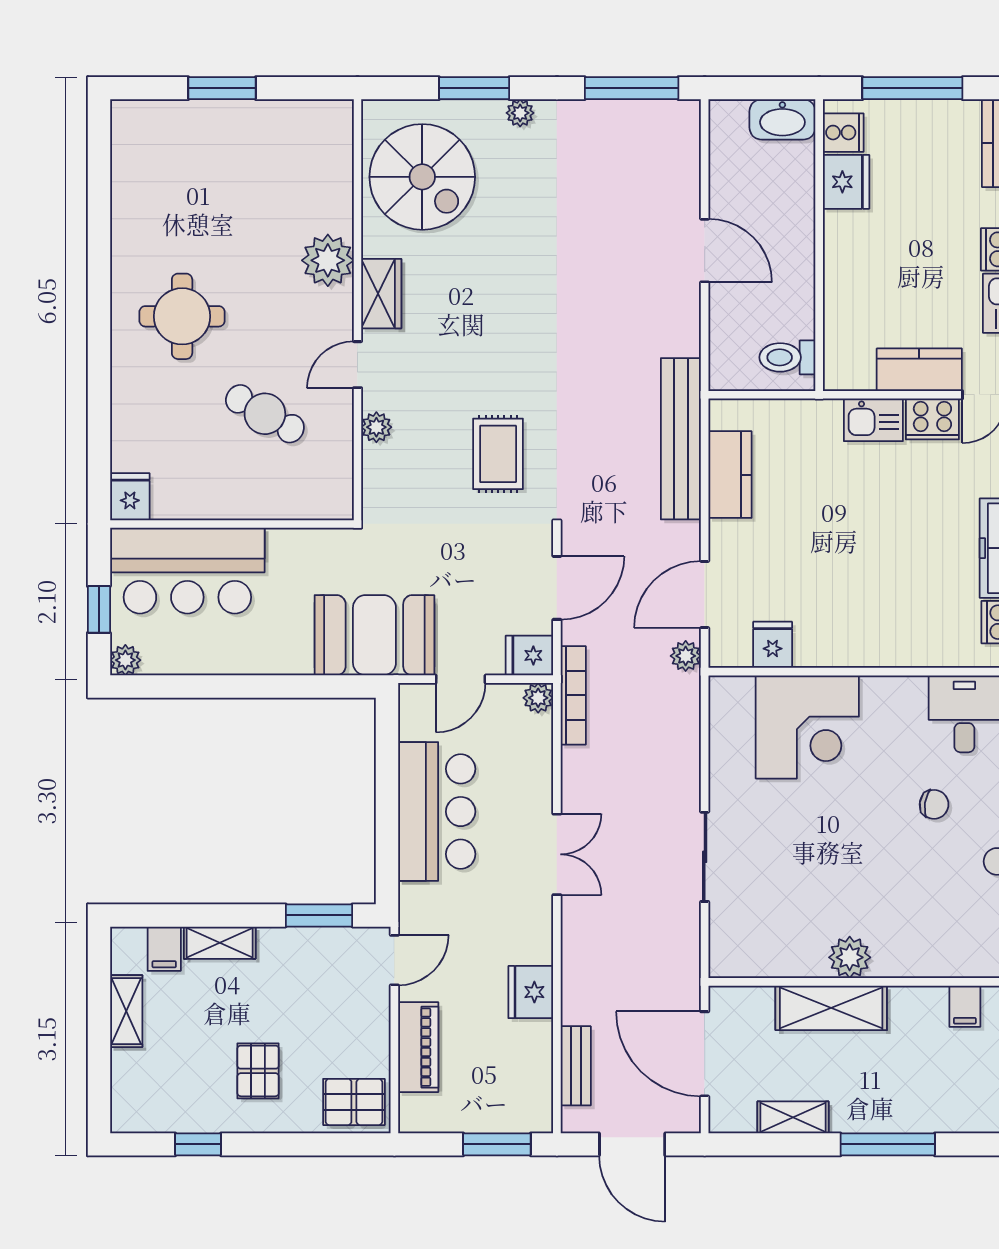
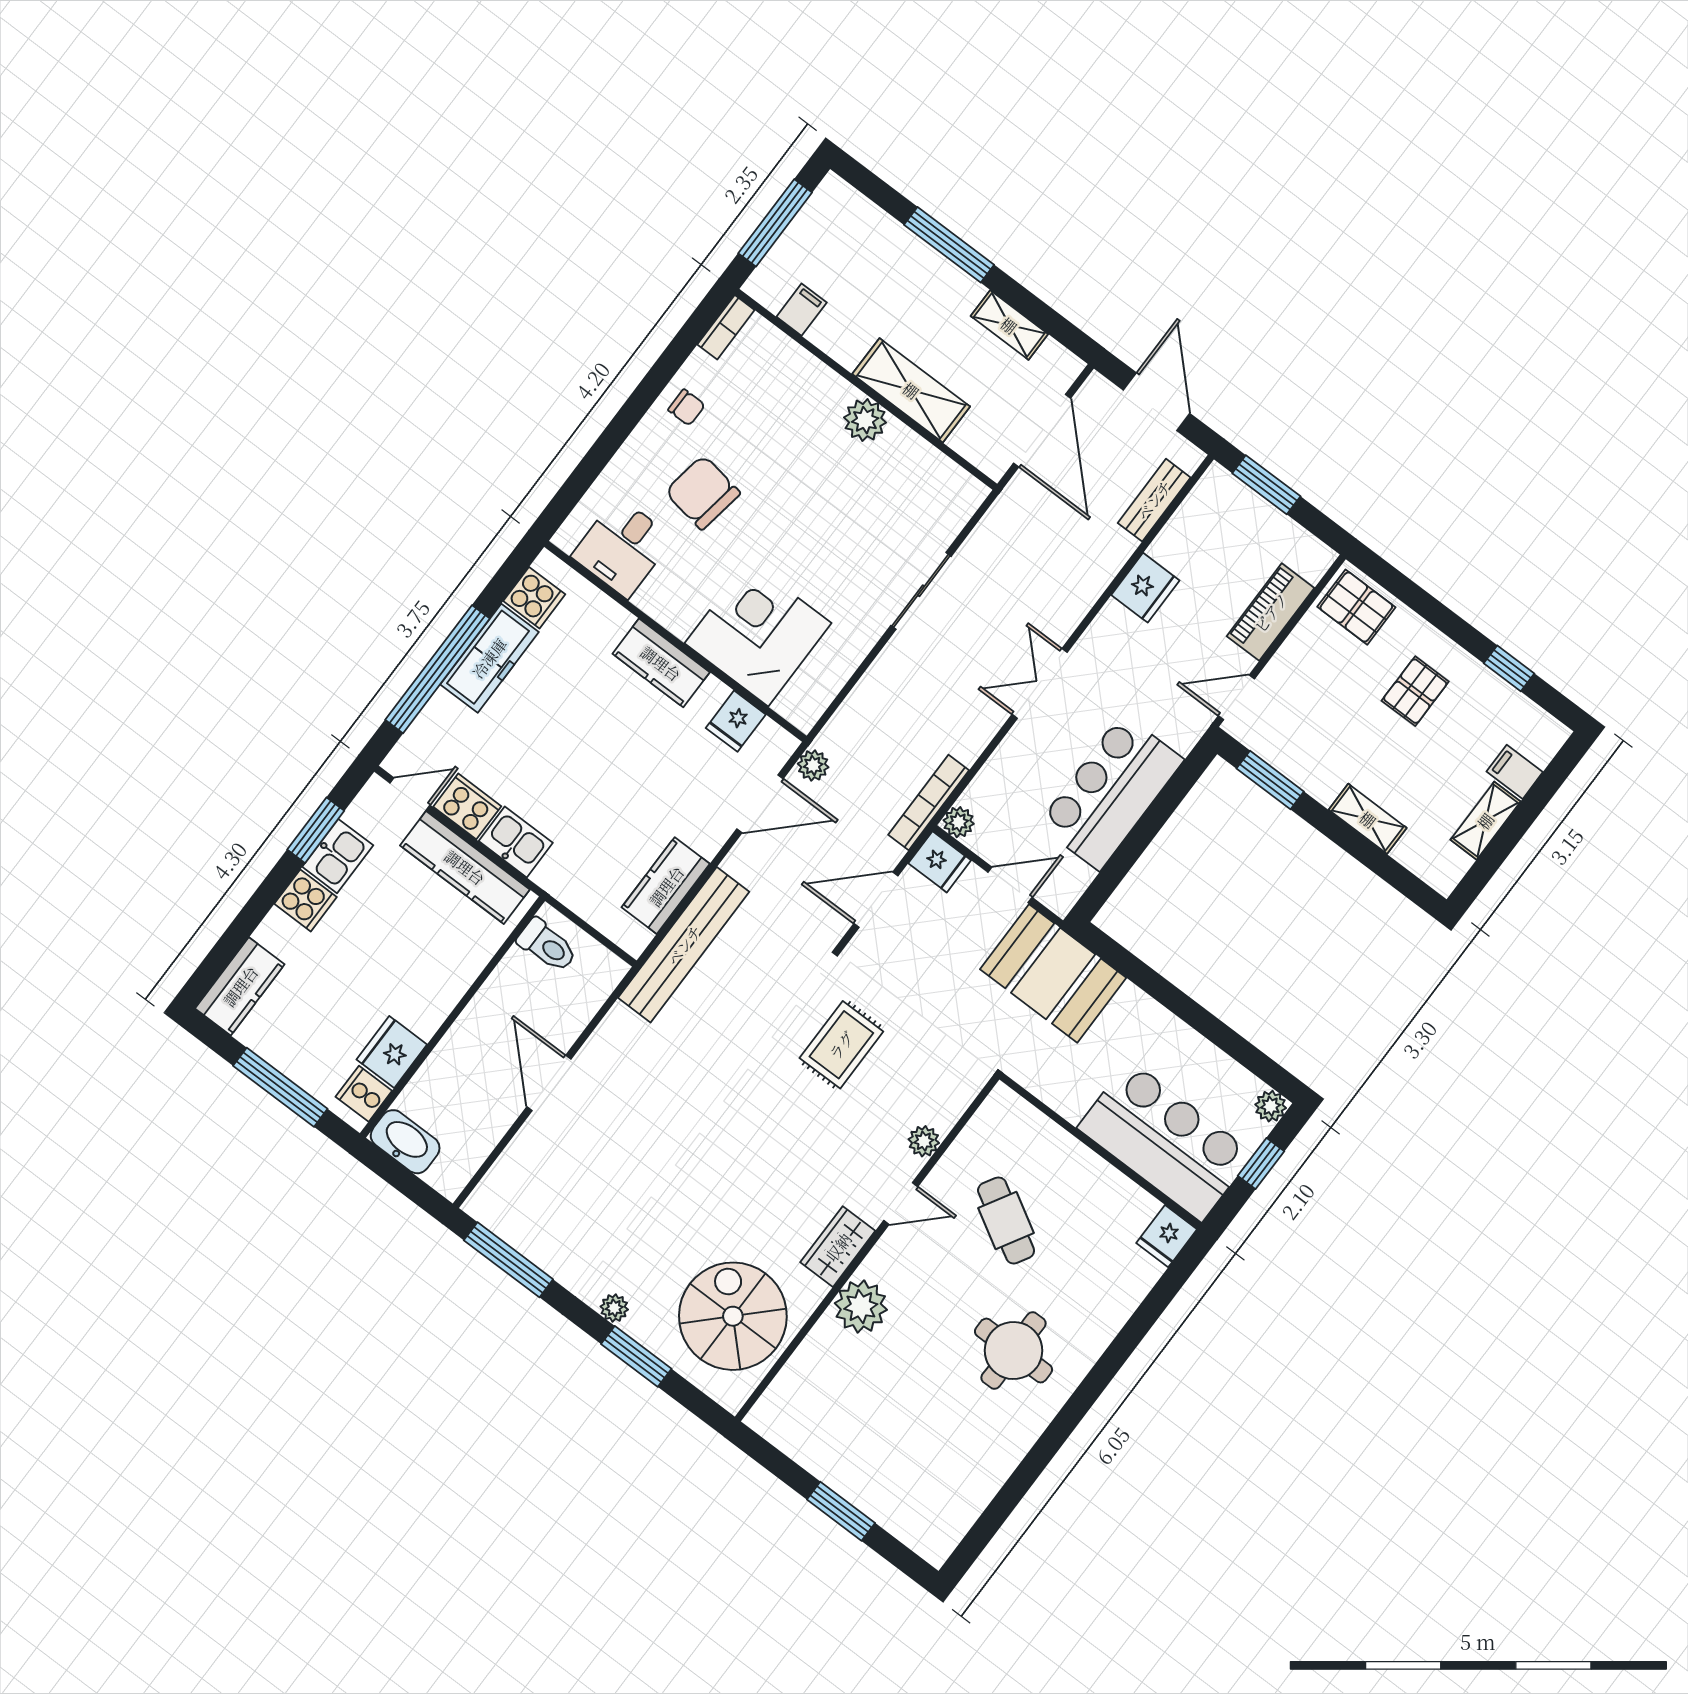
kitchen counter: (919, 370) -> (465, 867), width x1.50
kitchen counter: (866, 646) -> (661, 663), added
chair: (934, 804) -> (703, 492), width x1.87, depth x1.87
filing cabinet: (164, 949) -> (1515, 772), moved, turned -90

